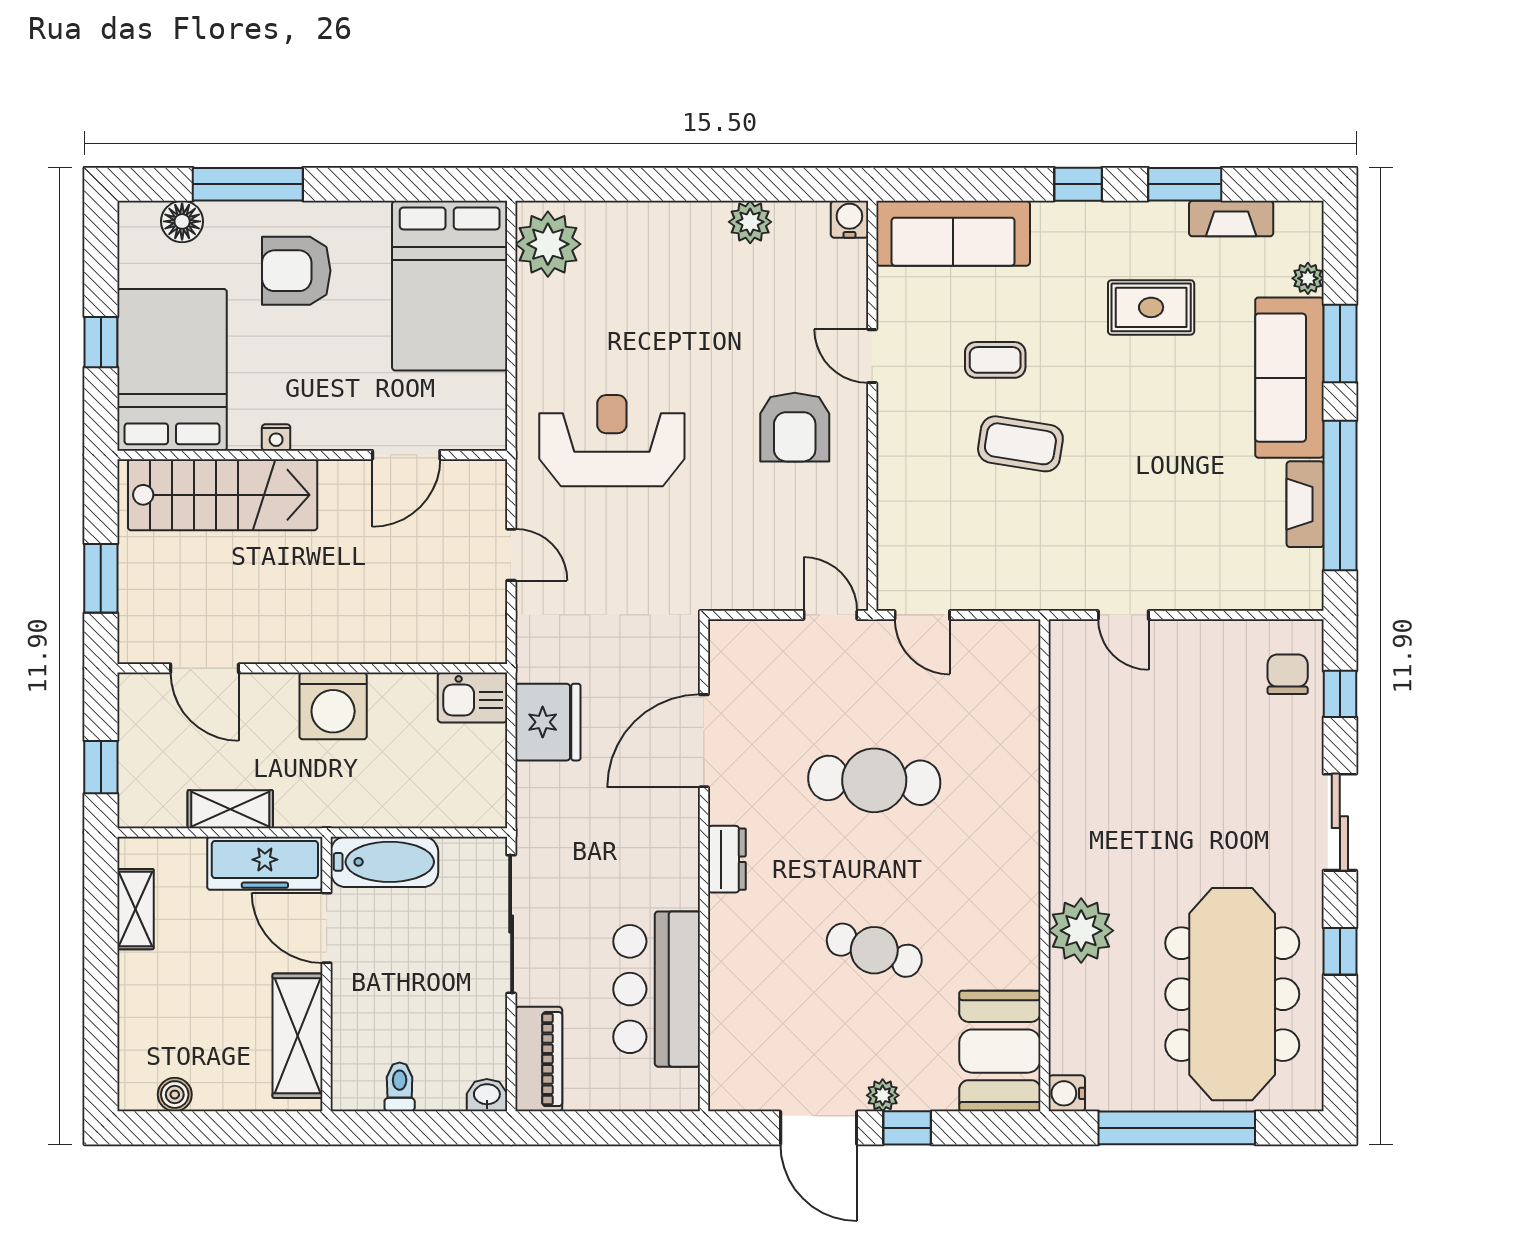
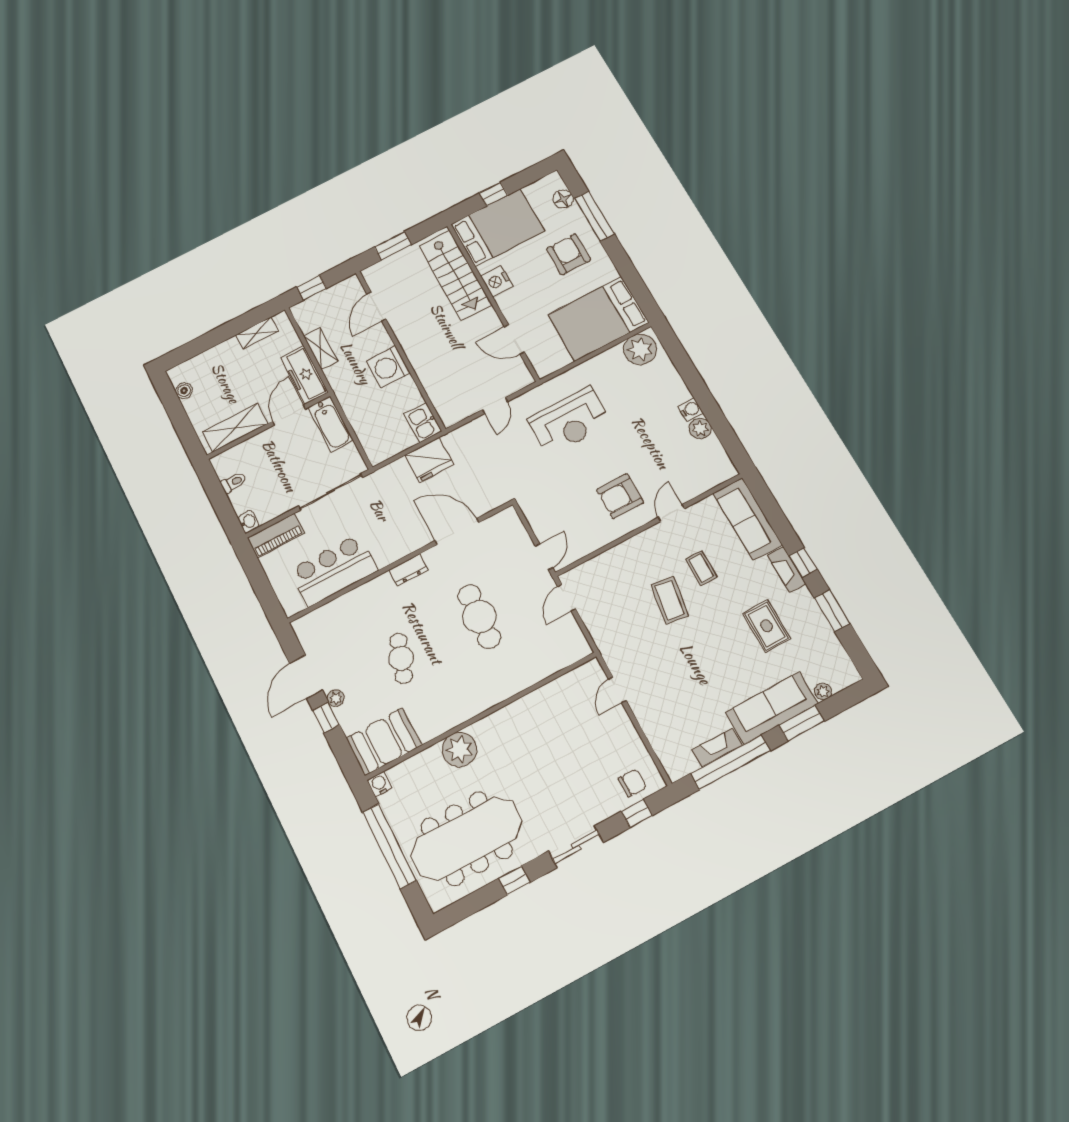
water cooler: (849, 219) -> (690, 410), moved
fireplace: (1231, 219) -> (787, 569), moved
nightstand: (276, 438) -> (497, 281), width x1.89, depth x1.79
reception desk: (612, 441) -> (569, 421), turned 90

